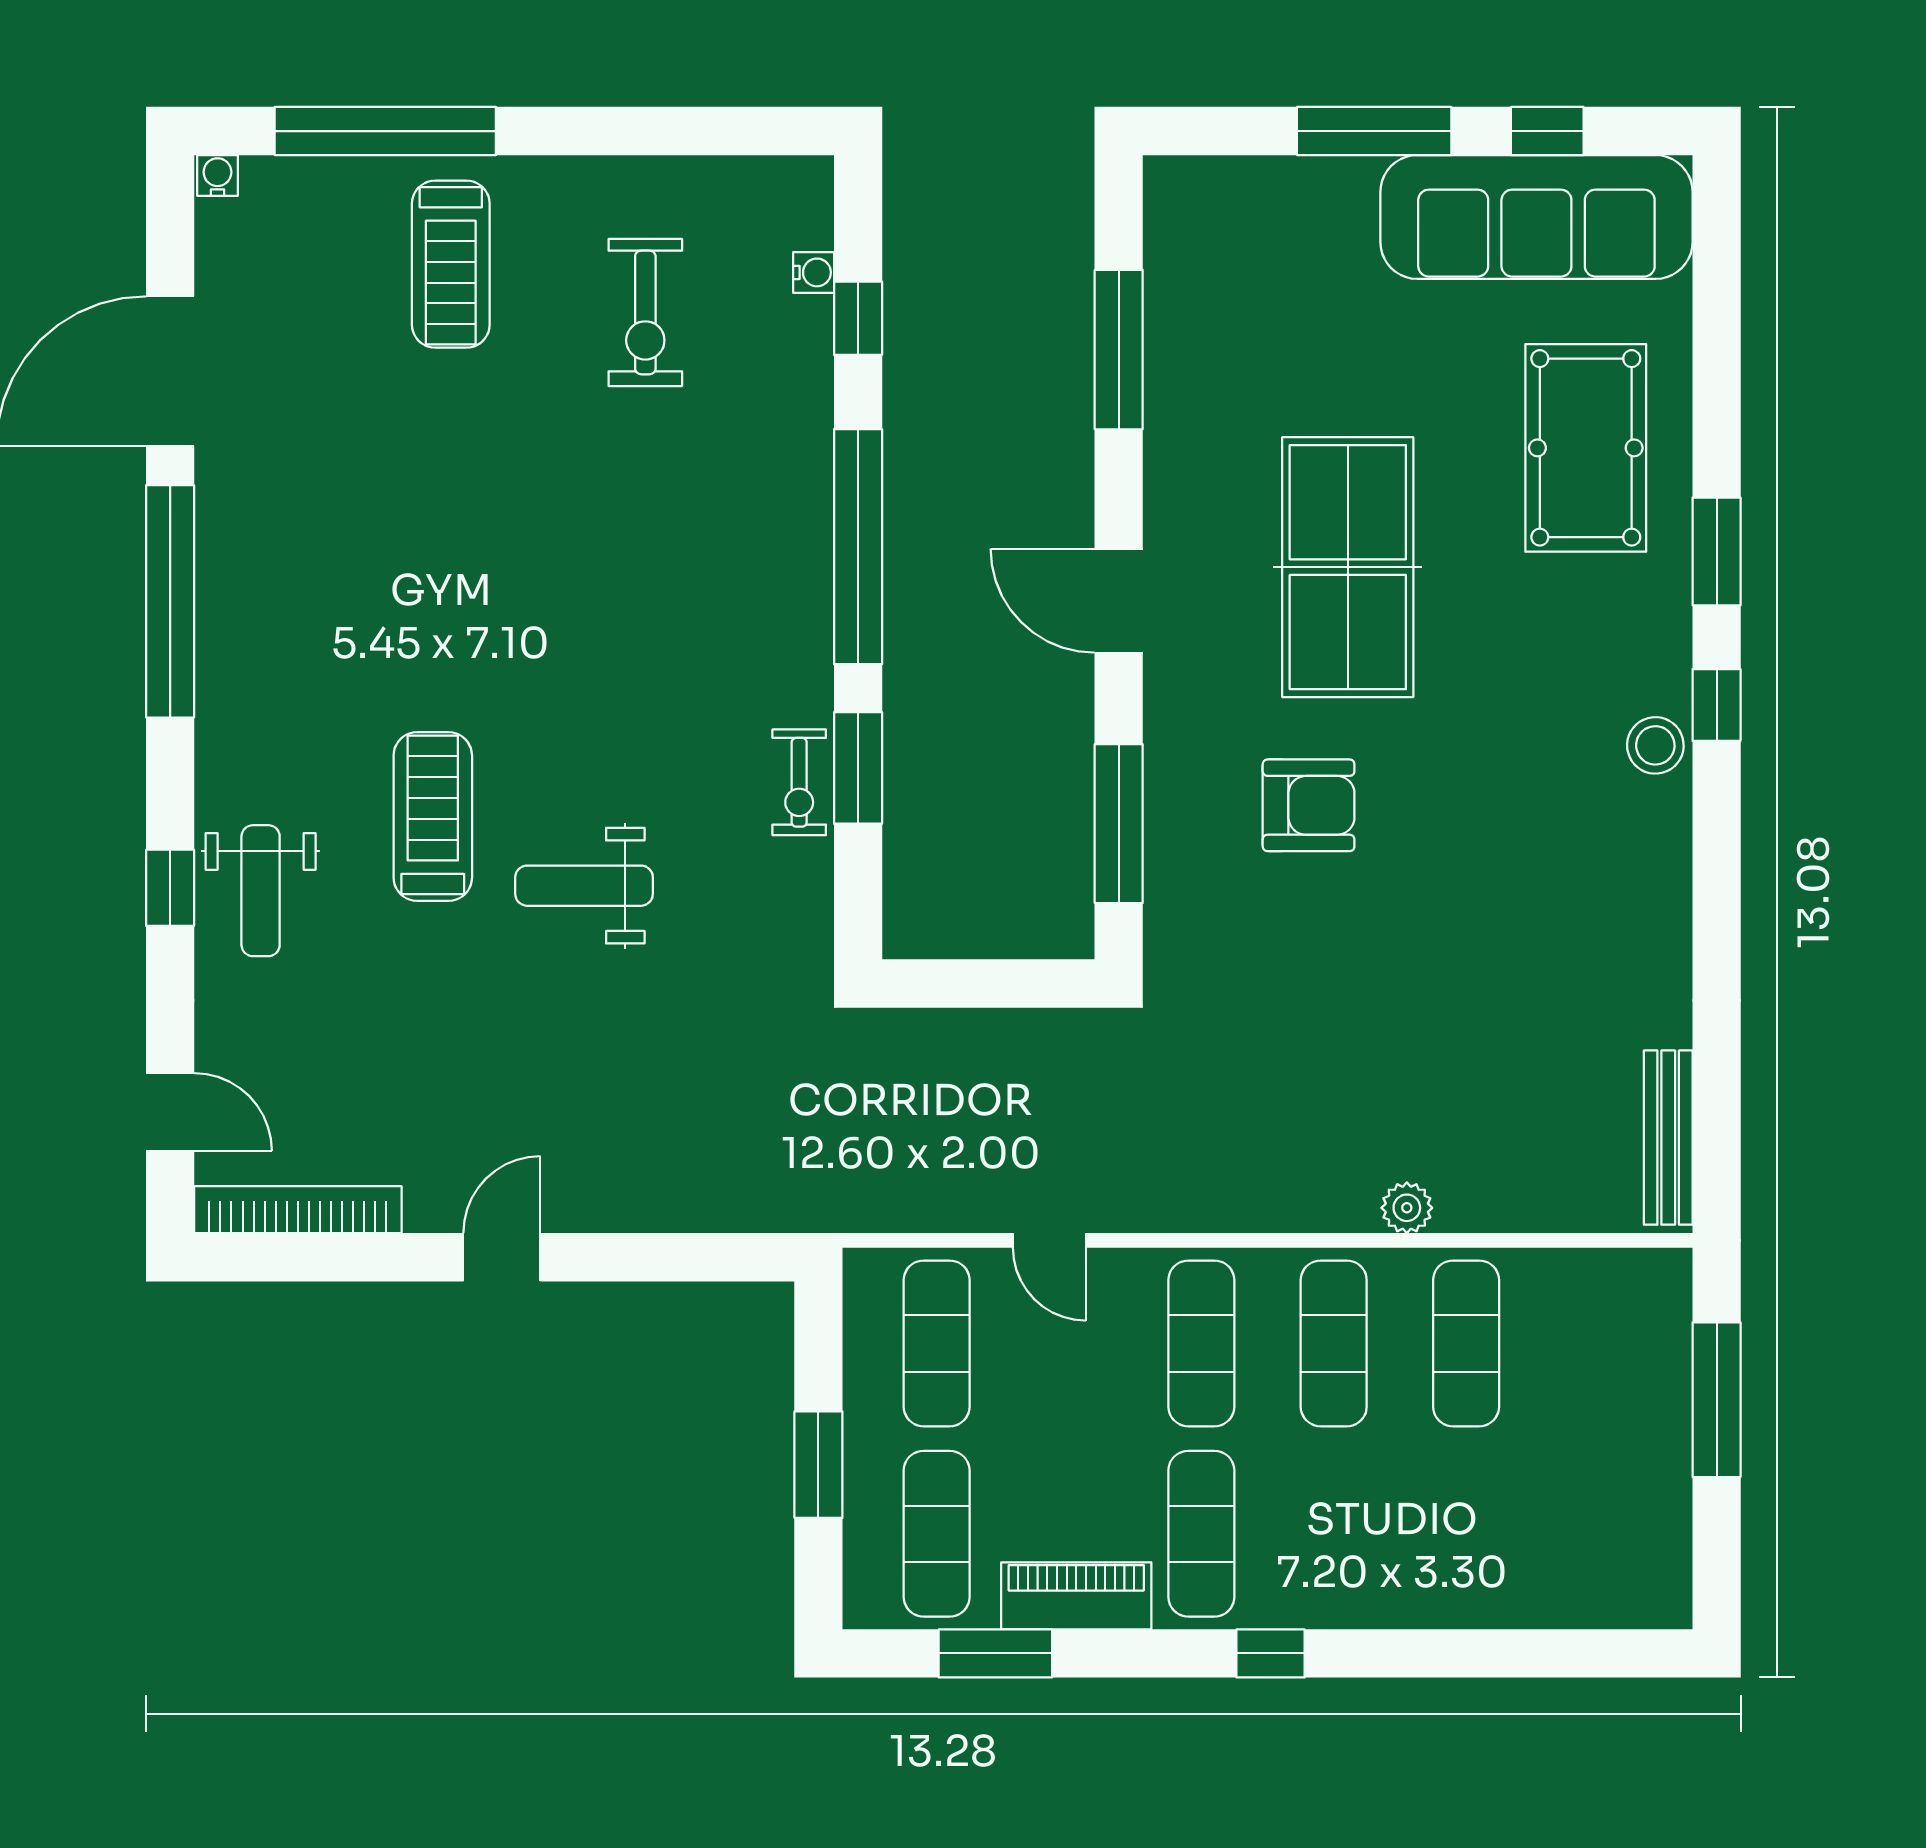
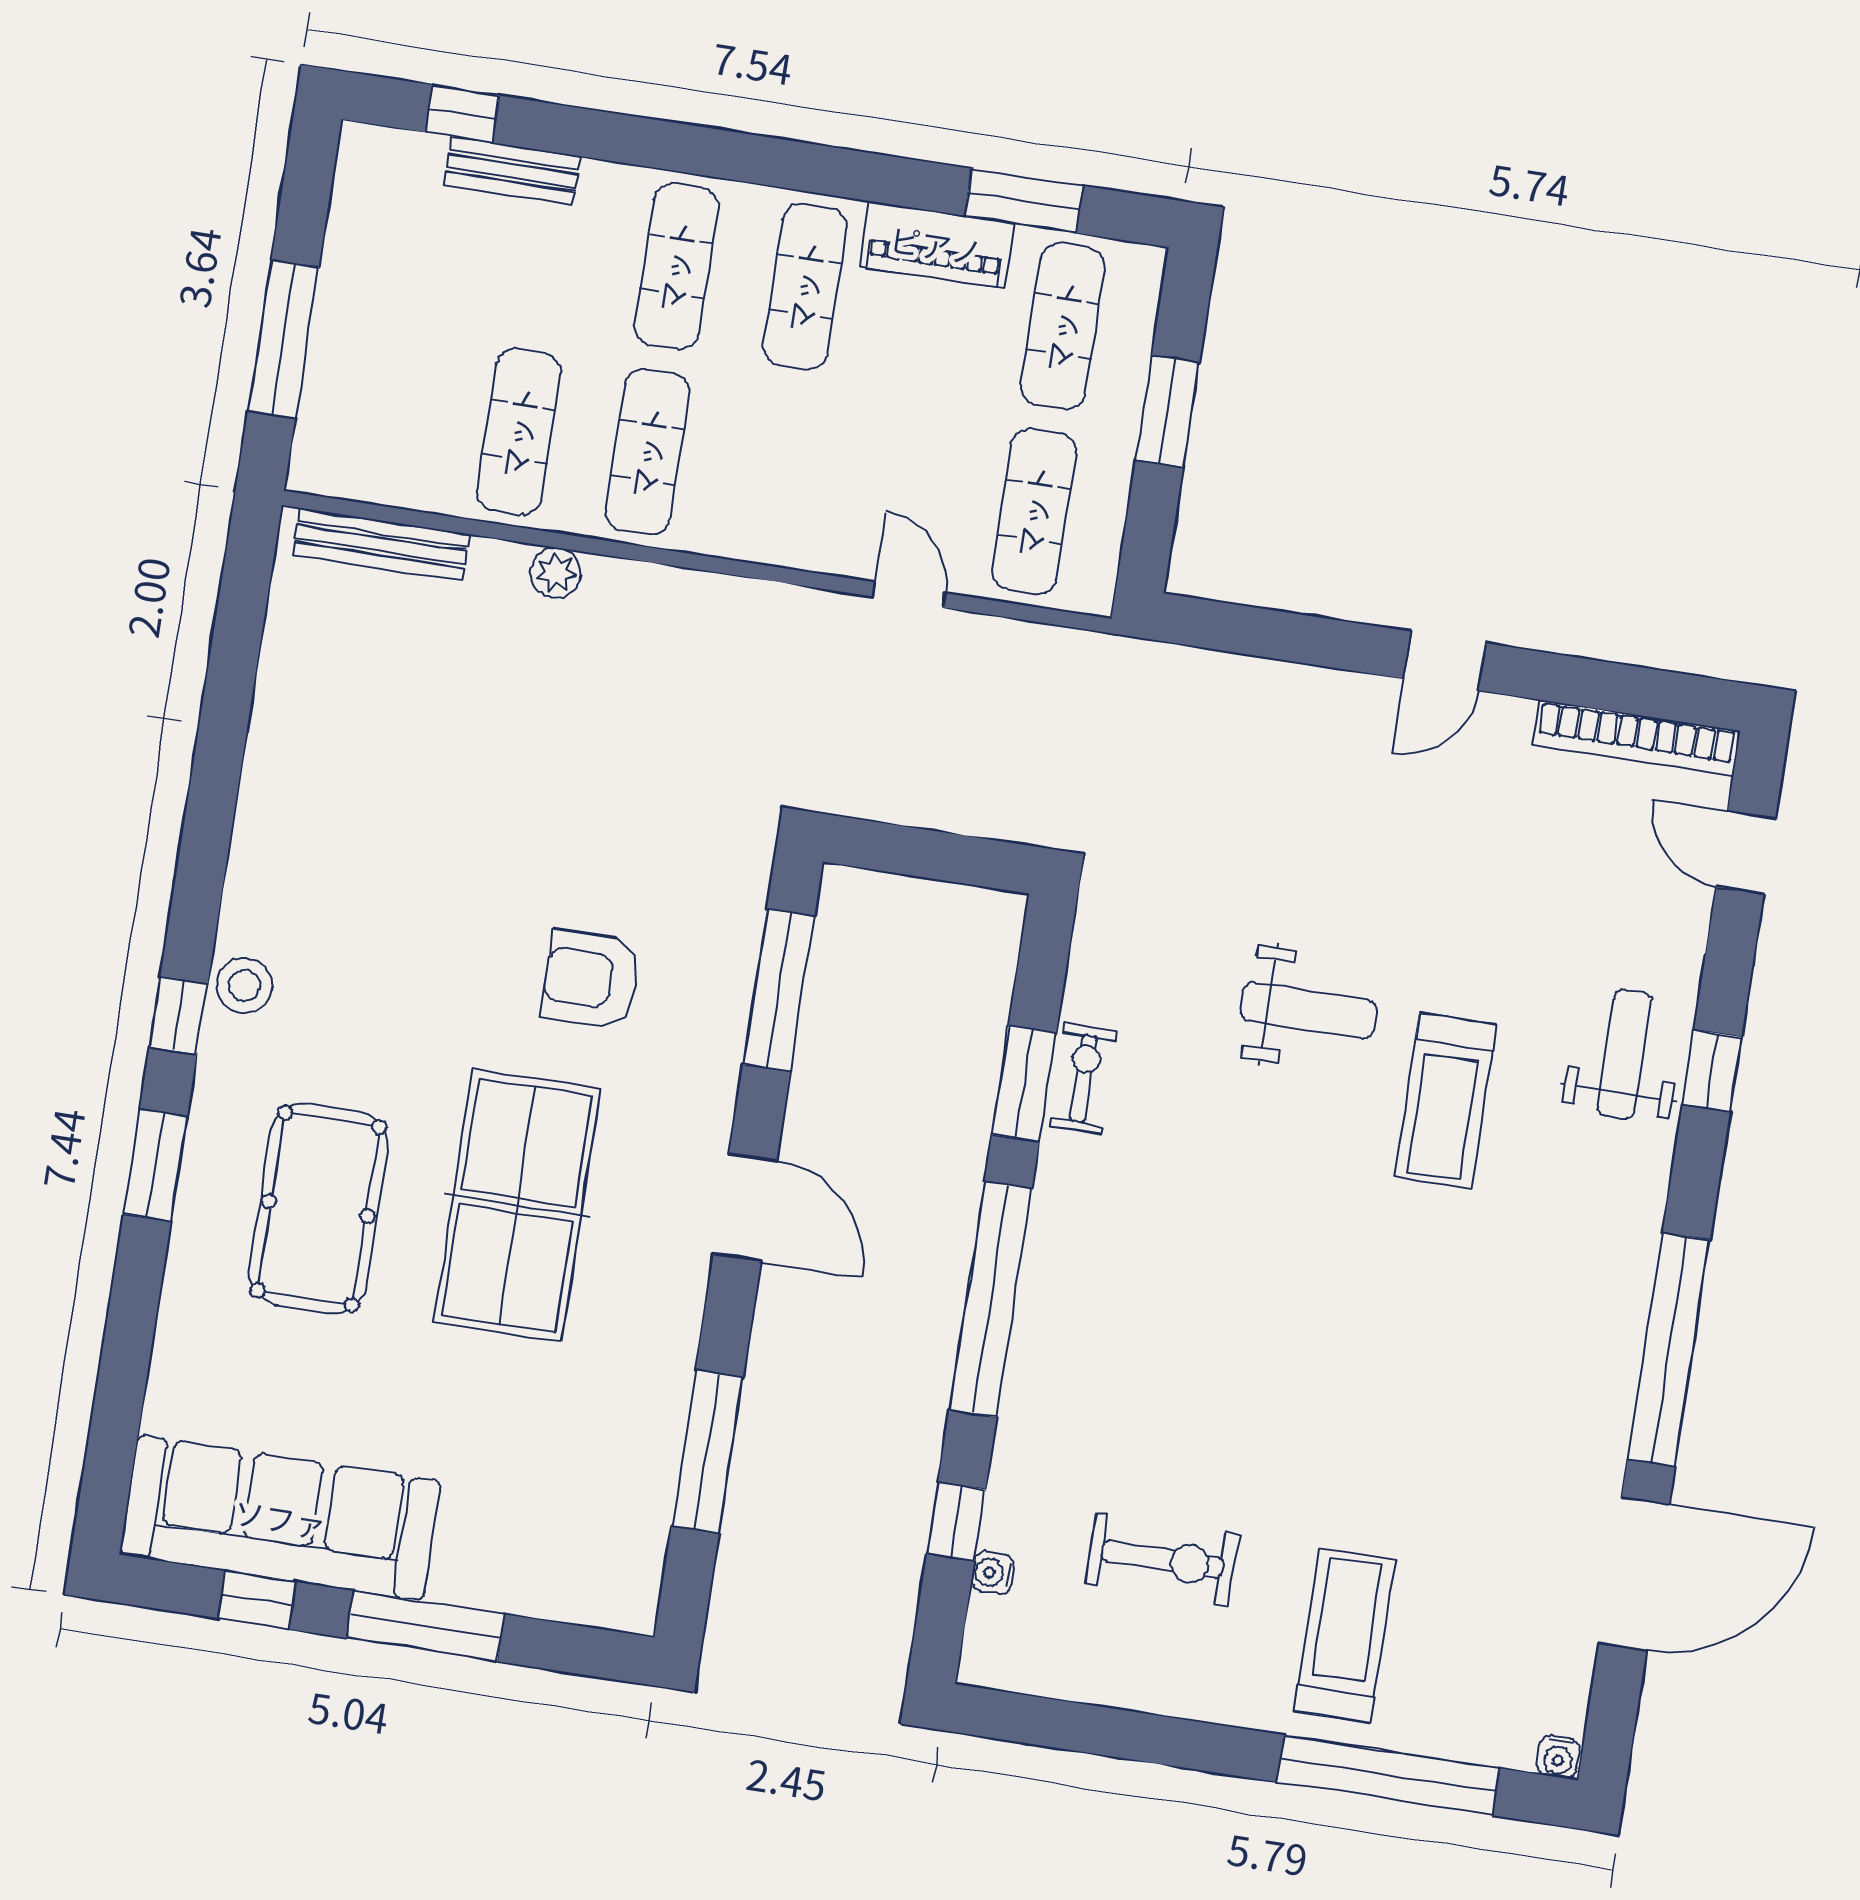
exercise bike: (645, 312) -> (1162, 1559), turned 90
pool table: (1586, 448) -> (318, 1209), moved
bench: (1668, 1138) -> (381, 545), moved, turned 90
exercise mat: (1201, 1343) -> (676, 266), moved
bench: (1513, 1604) -> (512, 171), added
window: (1270, 1653) -> (462, 114), moved

